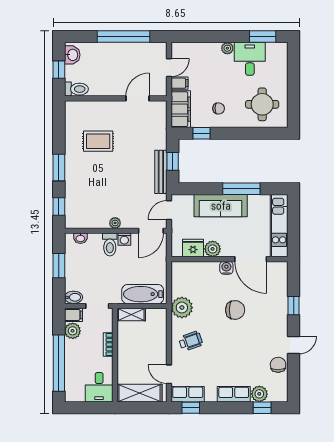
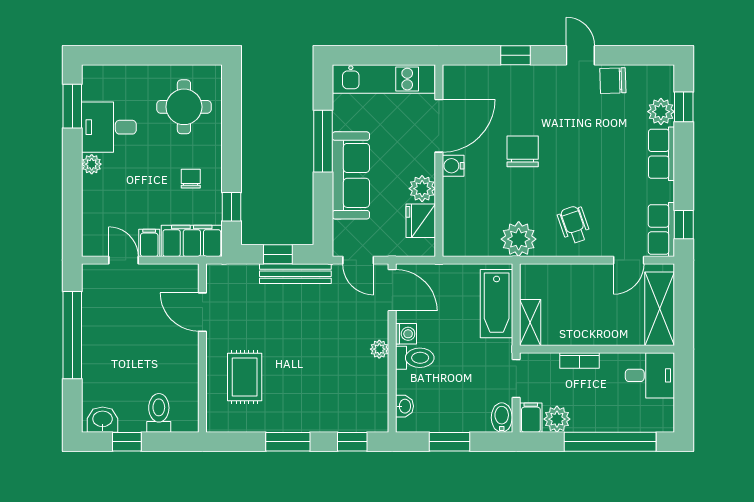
wall: (116, 98) -> (202, 348), moved
door: (138, 98) -> (202, 312), moved

